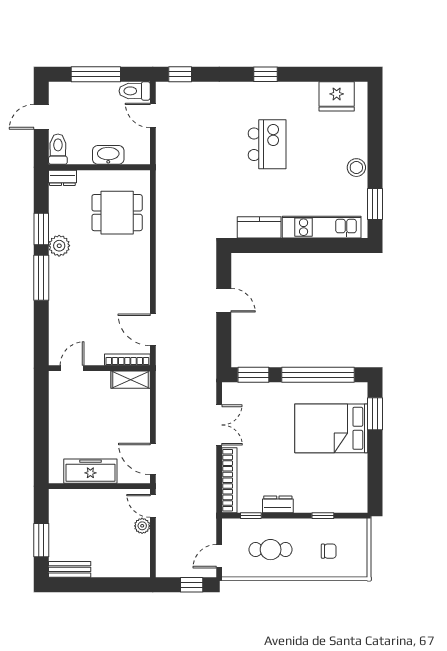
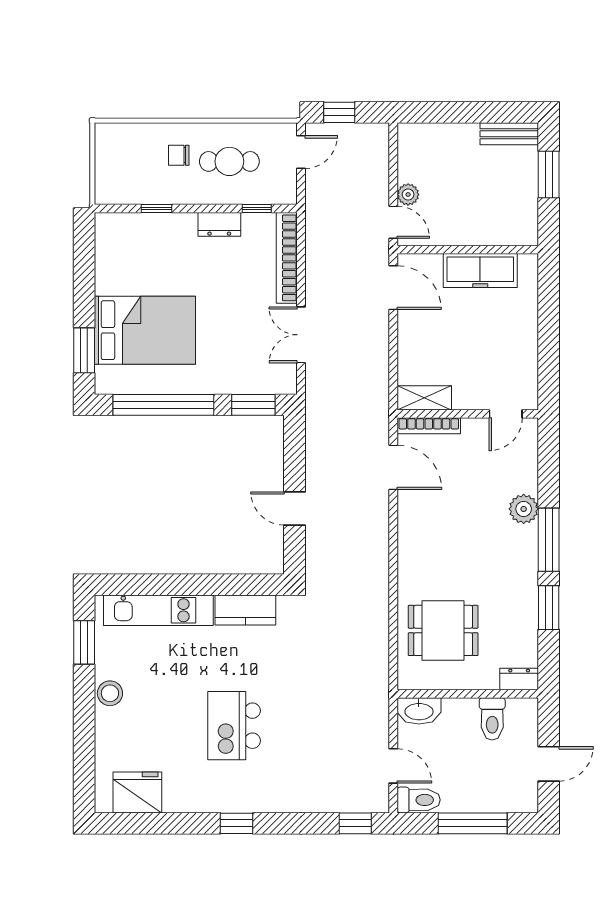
toilet: (58, 149) -> (492, 719), moved
washbasin: (108, 155) -> (419, 711), moved
plant: (59, 246) -> (524, 509), moved
chair: (329, 551) -> (179, 155), moved

